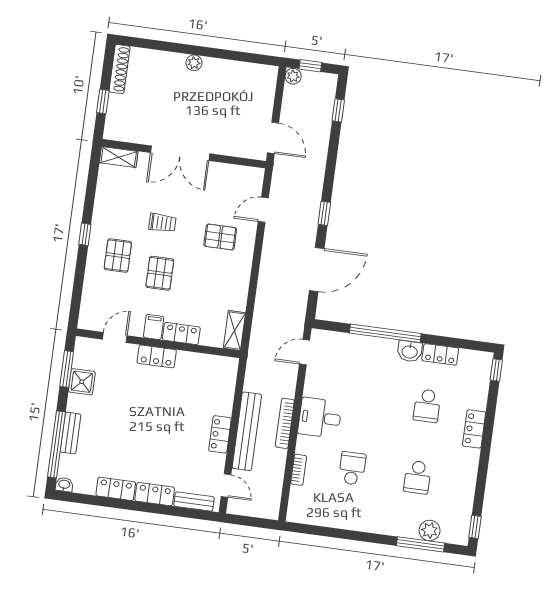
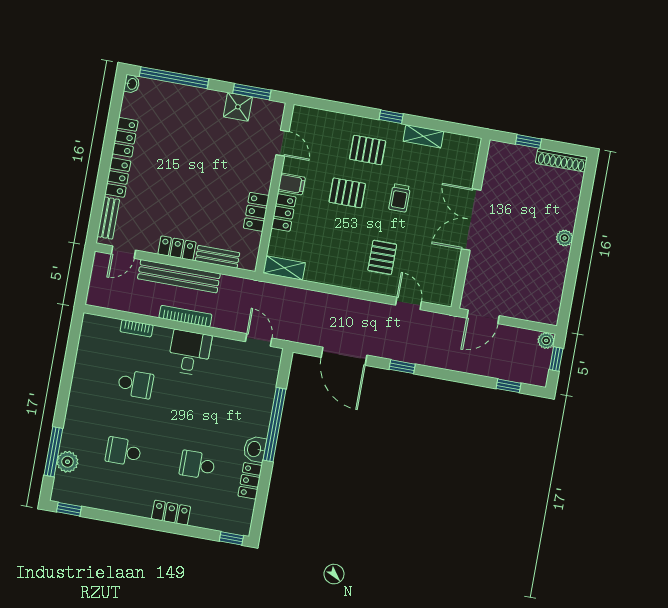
shelving: (119, 157) -> (423, 136), moved, turned 90
locker: (157, 356) -> (256, 212), moved
bench: (71, 433) -> (217, 257), moved

